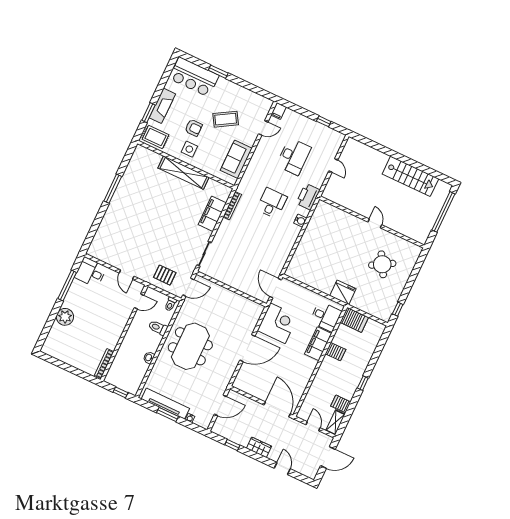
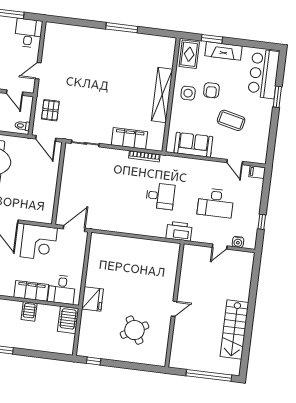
coffee table: (226, 119) -> (231, 120), turned -46
water cooler: (300, 221) -> (238, 242), moved

